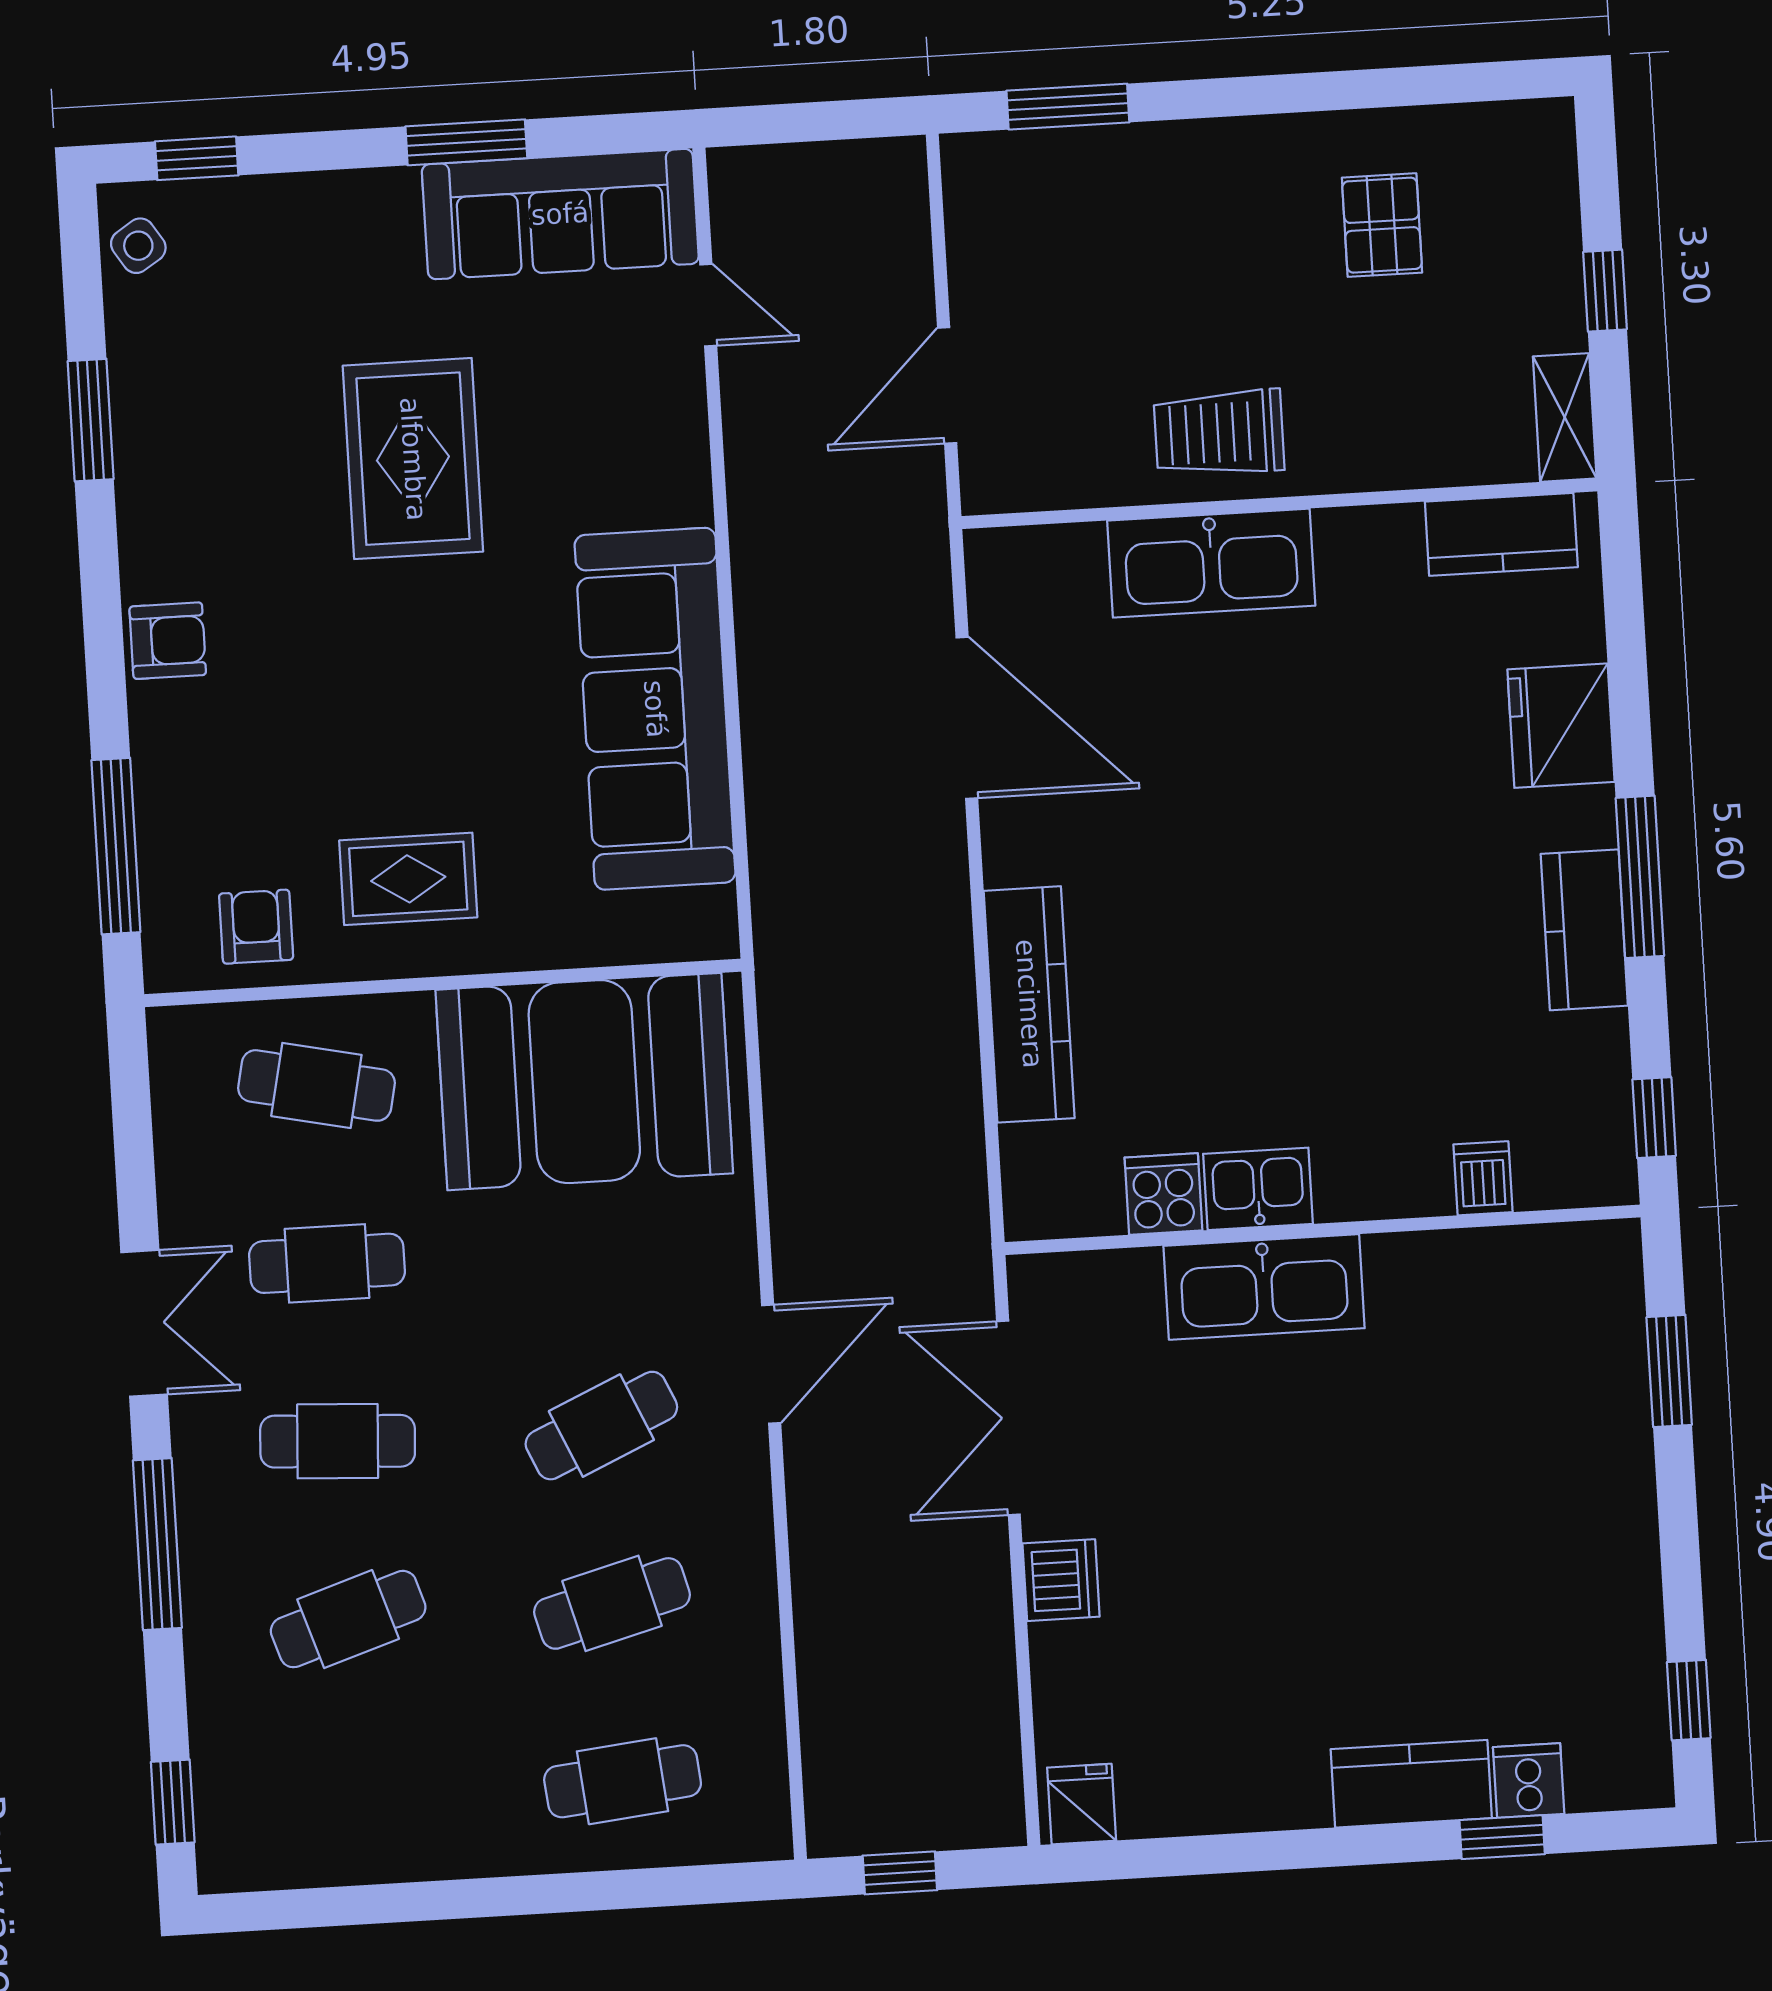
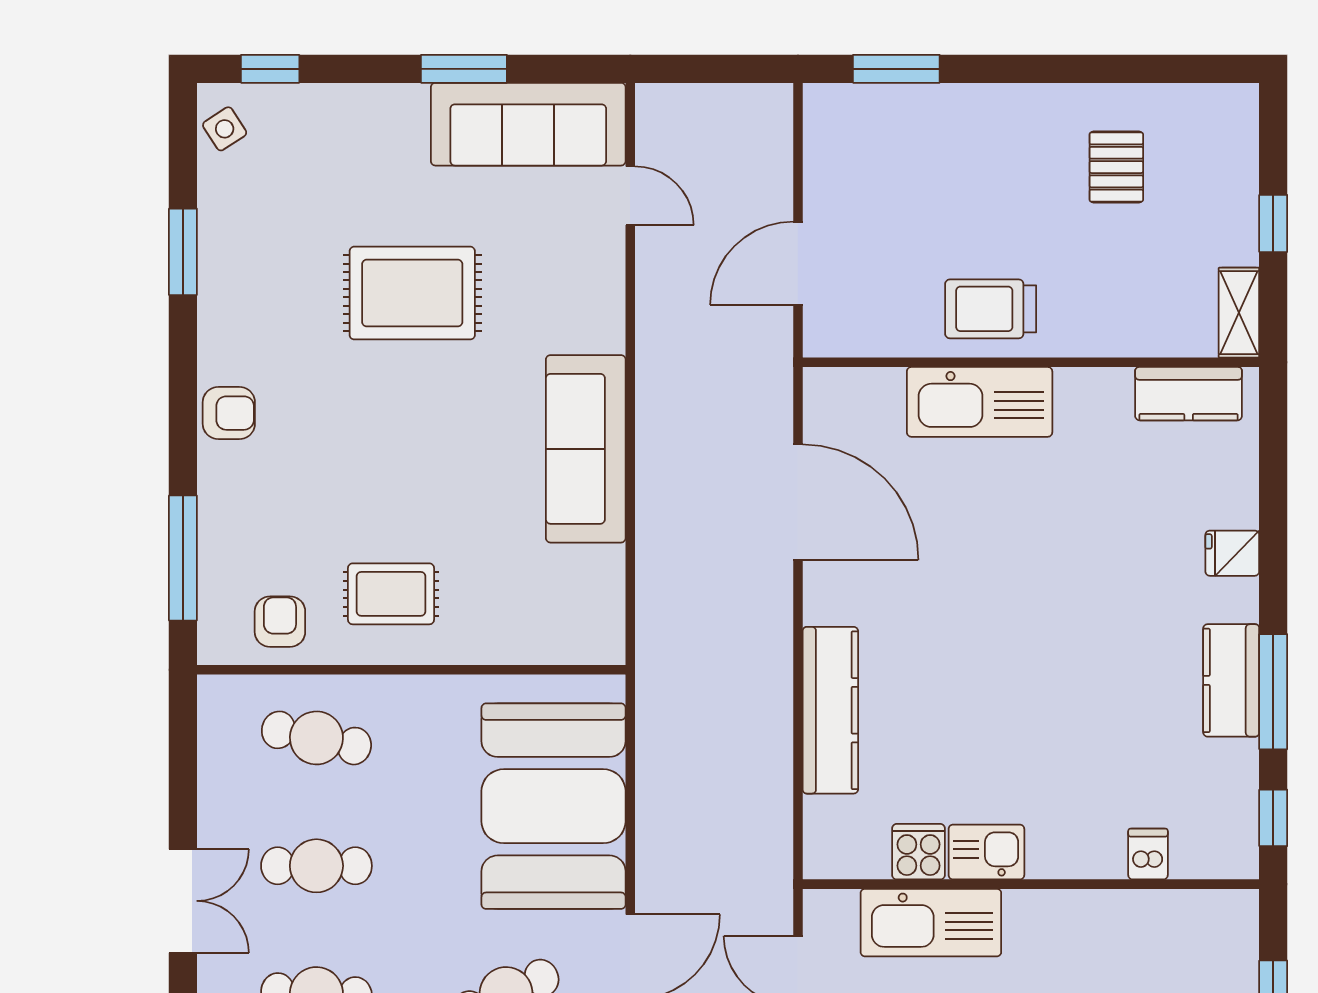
rug: (413, 459) -> (412, 293), turned 90
sofa: (655, 709) -> (586, 449), width x0.74, depth x0.79
fridge: (1561, 726) -> (1232, 553), width x0.53, depth x0.75
window: (1640, 877) -> (1273, 692), moved
booth: (584, 1082) -> (554, 806), moved, turned 90
kitchen sink: (1264, 1287) -> (931, 923), moved

